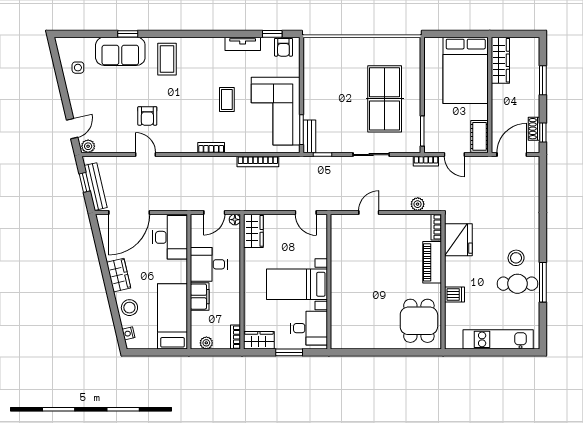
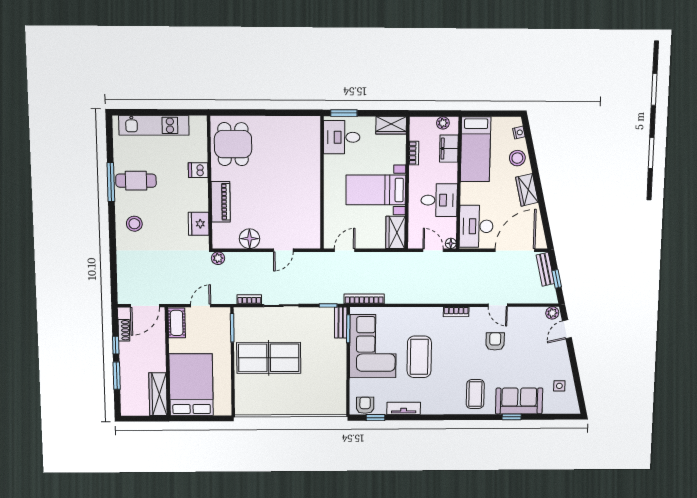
table tennis table: (385, 99) -> (269, 358), turned 90
coffee table: (227, 100) -> (419, 357), width x1.86, depth x1.72
window: (543, 133) -> (116, 345), moved
bookcase: (211, 148) -> (456, 312), moved
door: (454, 155) -> (201, 306), hinge flipped
bookcase: (258, 161) -> (364, 299), moved
bookcase: (426, 161) -> (249, 299), moved
bench: (96, 187) -> (545, 269), width x0.73
plant: (418, 204) -> (218, 258), moved
door: (214, 212) -> (433, 250), hinge flipped
door: (306, 212) -> (345, 250), hinge flipped
floor lamp: (235, 220) -> (451, 243), moved
floor lamp: (403, 224) -> (250, 239), added
bookcase: (436, 227) -> (217, 236), removed
fridge: (458, 240) -> (199, 224), width x0.73, depth x0.75
stool: (516, 258) -> (134, 224), moved
bed with nightstands: (297, 284) -> (376, 190), moved, turned 180
filing cabinet: (200, 297) -> (449, 149), moved
bookcase: (236, 337) -> (414, 153), moved
window: (289, 352) -> (344, 113), moved

